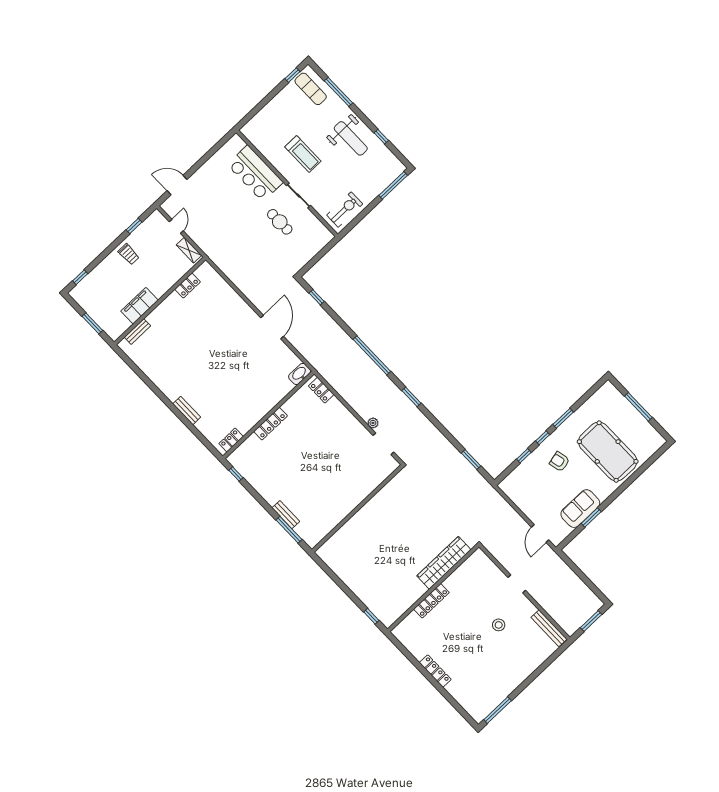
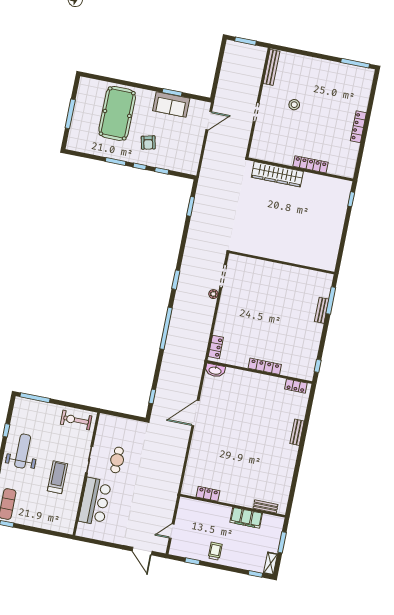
shelving: (189, 250) -> (270, 564), moved

